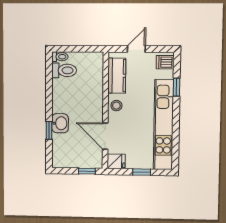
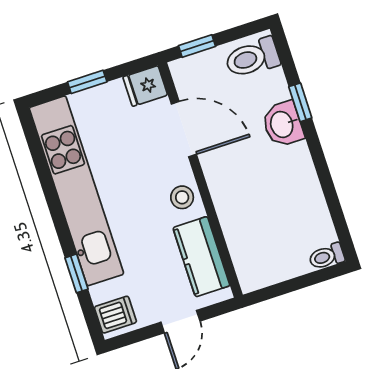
toilet: (64, 70) -> (252, 58), moved

